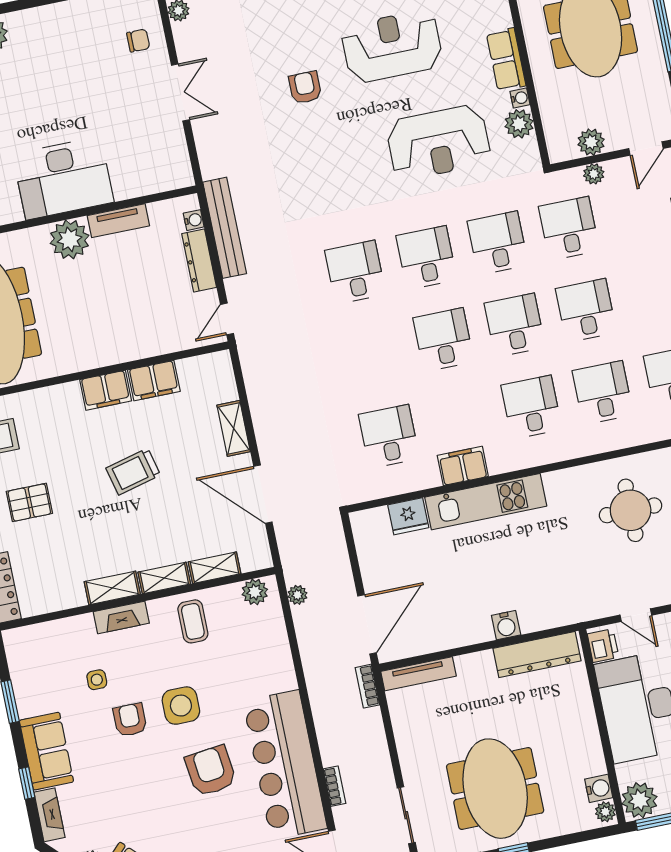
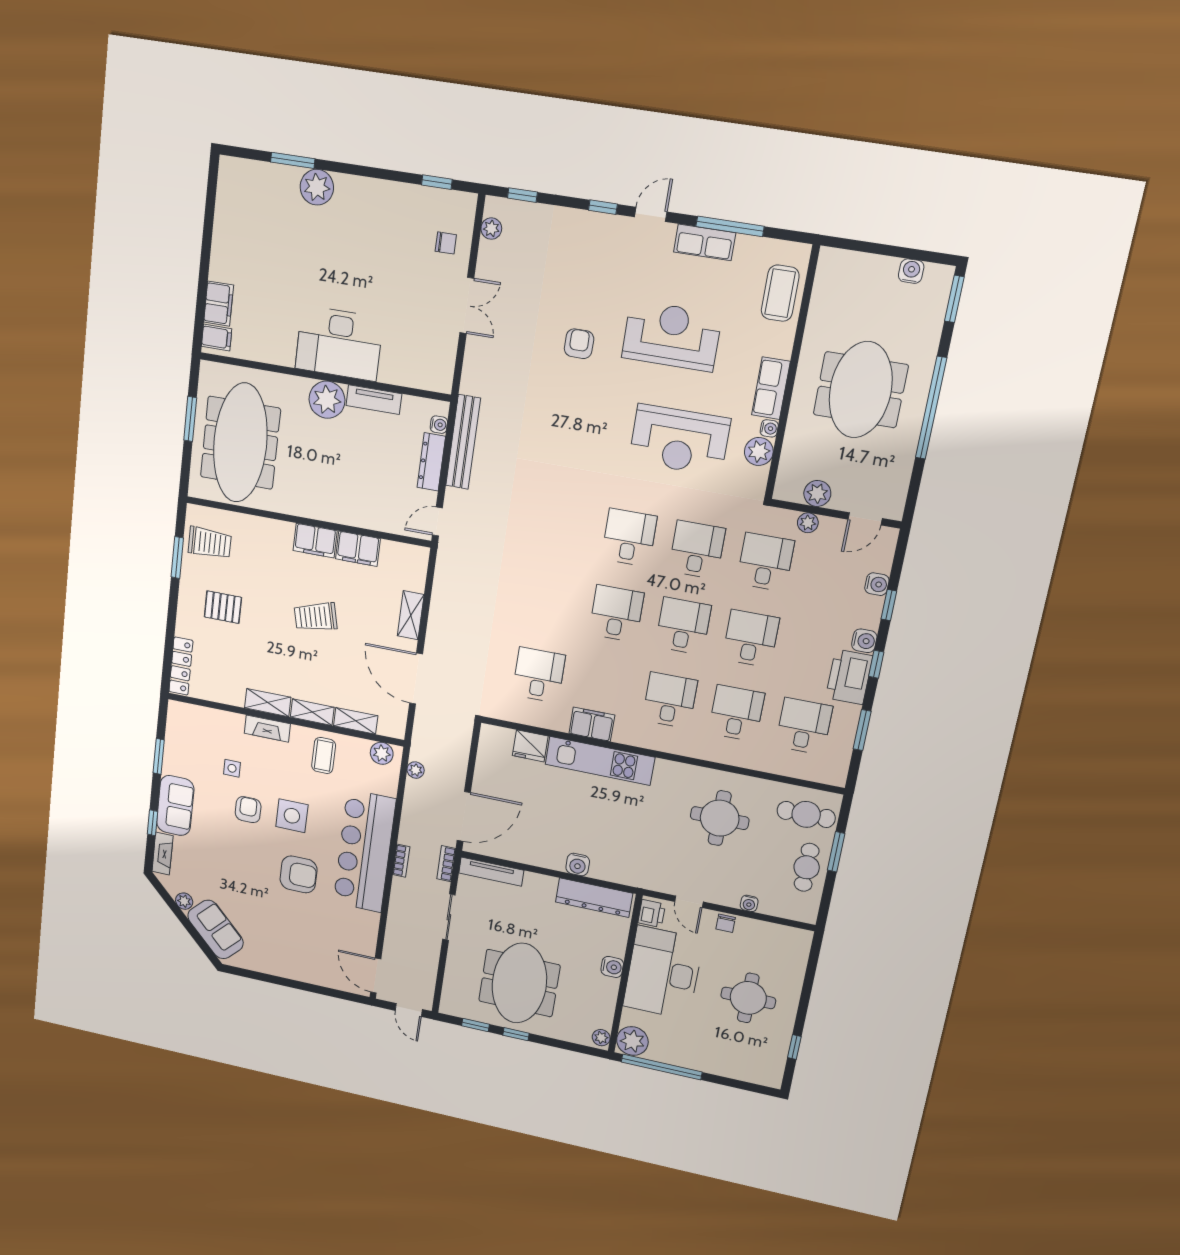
desk: (355, 272) -> (562, 526), removed
bar counter: (285, 765) -> (364, 851), moved
armchair: (211, 771) -> (299, 874), turned 97
bookcase: (335, 786) -> (401, 861), moved
water cooler: (599, 788) -> (612, 967), moved
sliding door: (406, 815) -> (449, 917), moved

